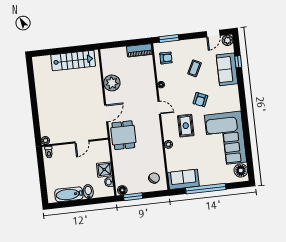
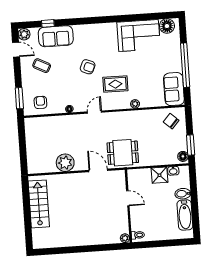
piano: (139, 50) -> (31, 131), removed
coffee table: (194, 68) -> (42, 66), moved
corner sofa: (225, 139) -> (139, 35), width x0.73, depth x0.74

